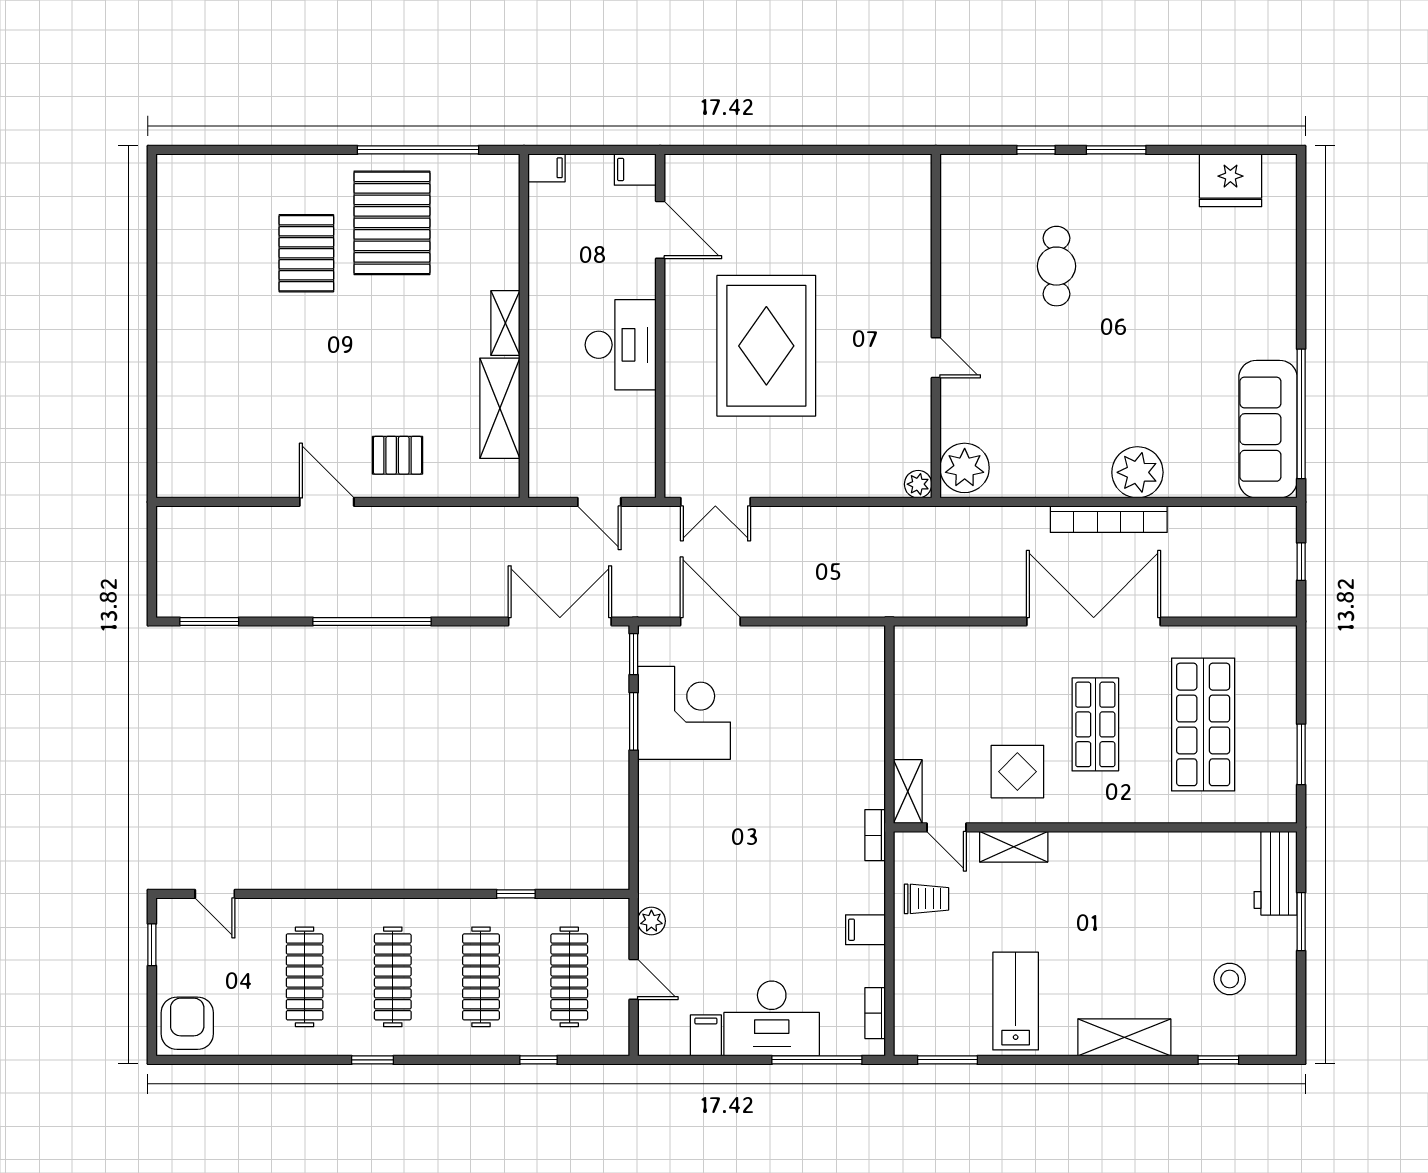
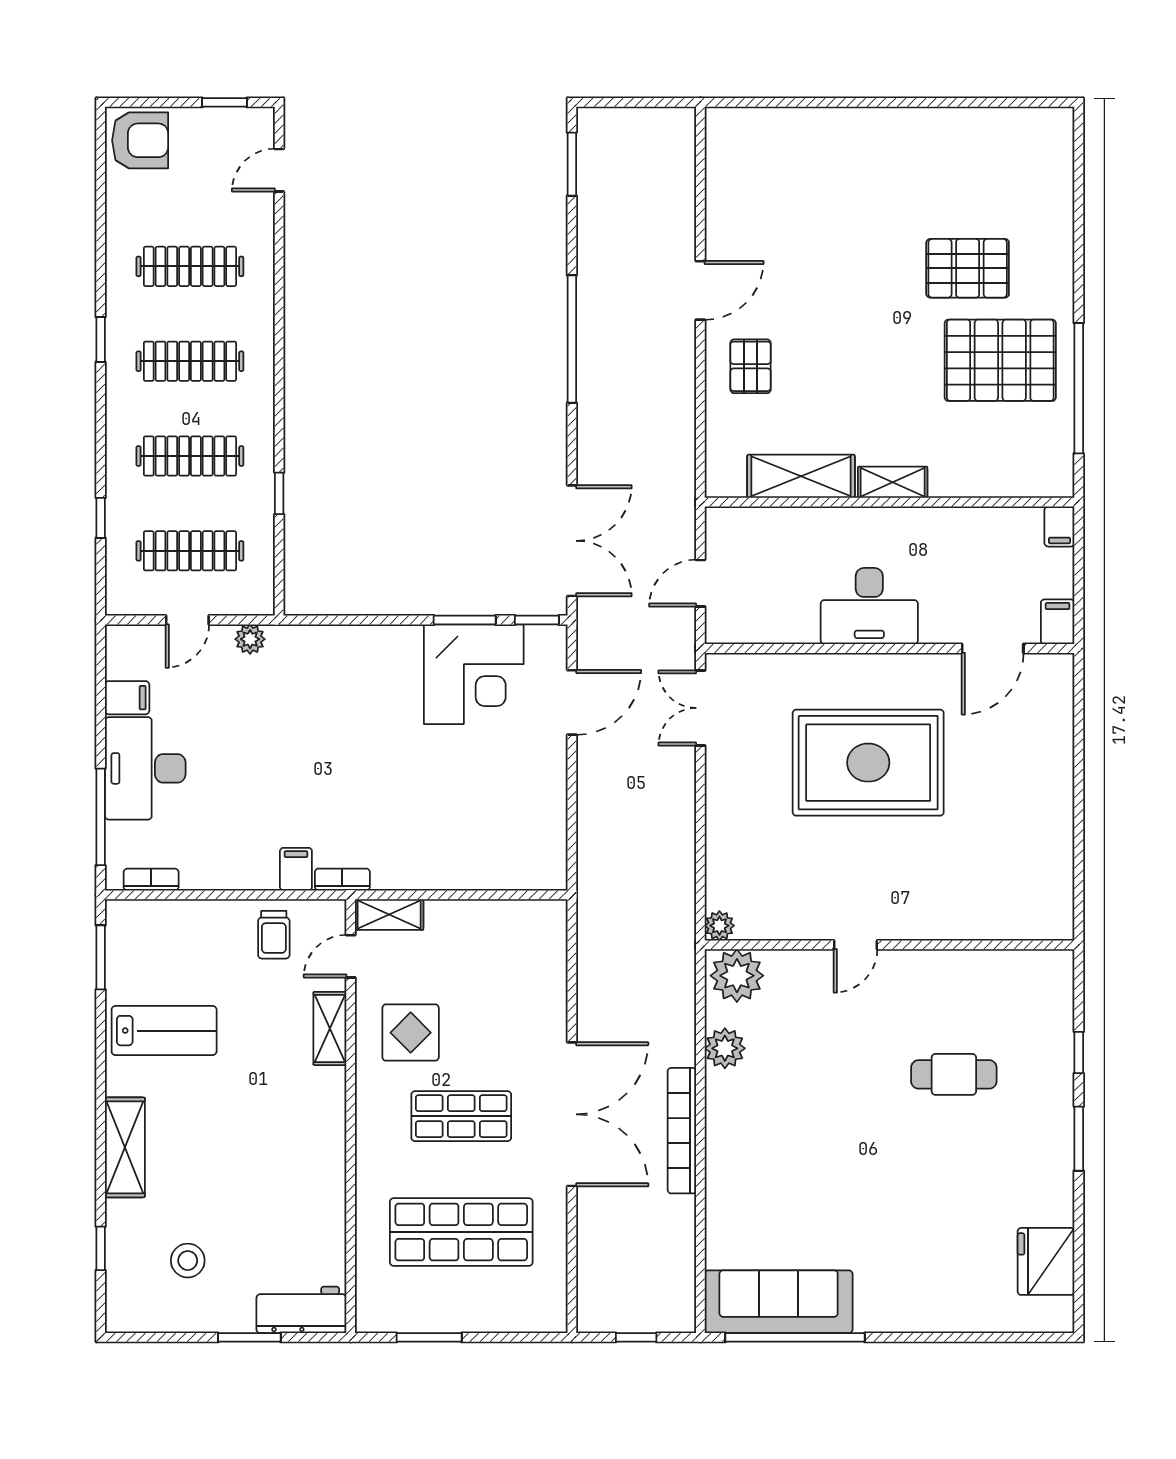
plant: (1137, 472) -> (725, 1048), moved, width x0.73, depth x0.73
filing cabinet: (865, 930) -> (296, 869), moved

